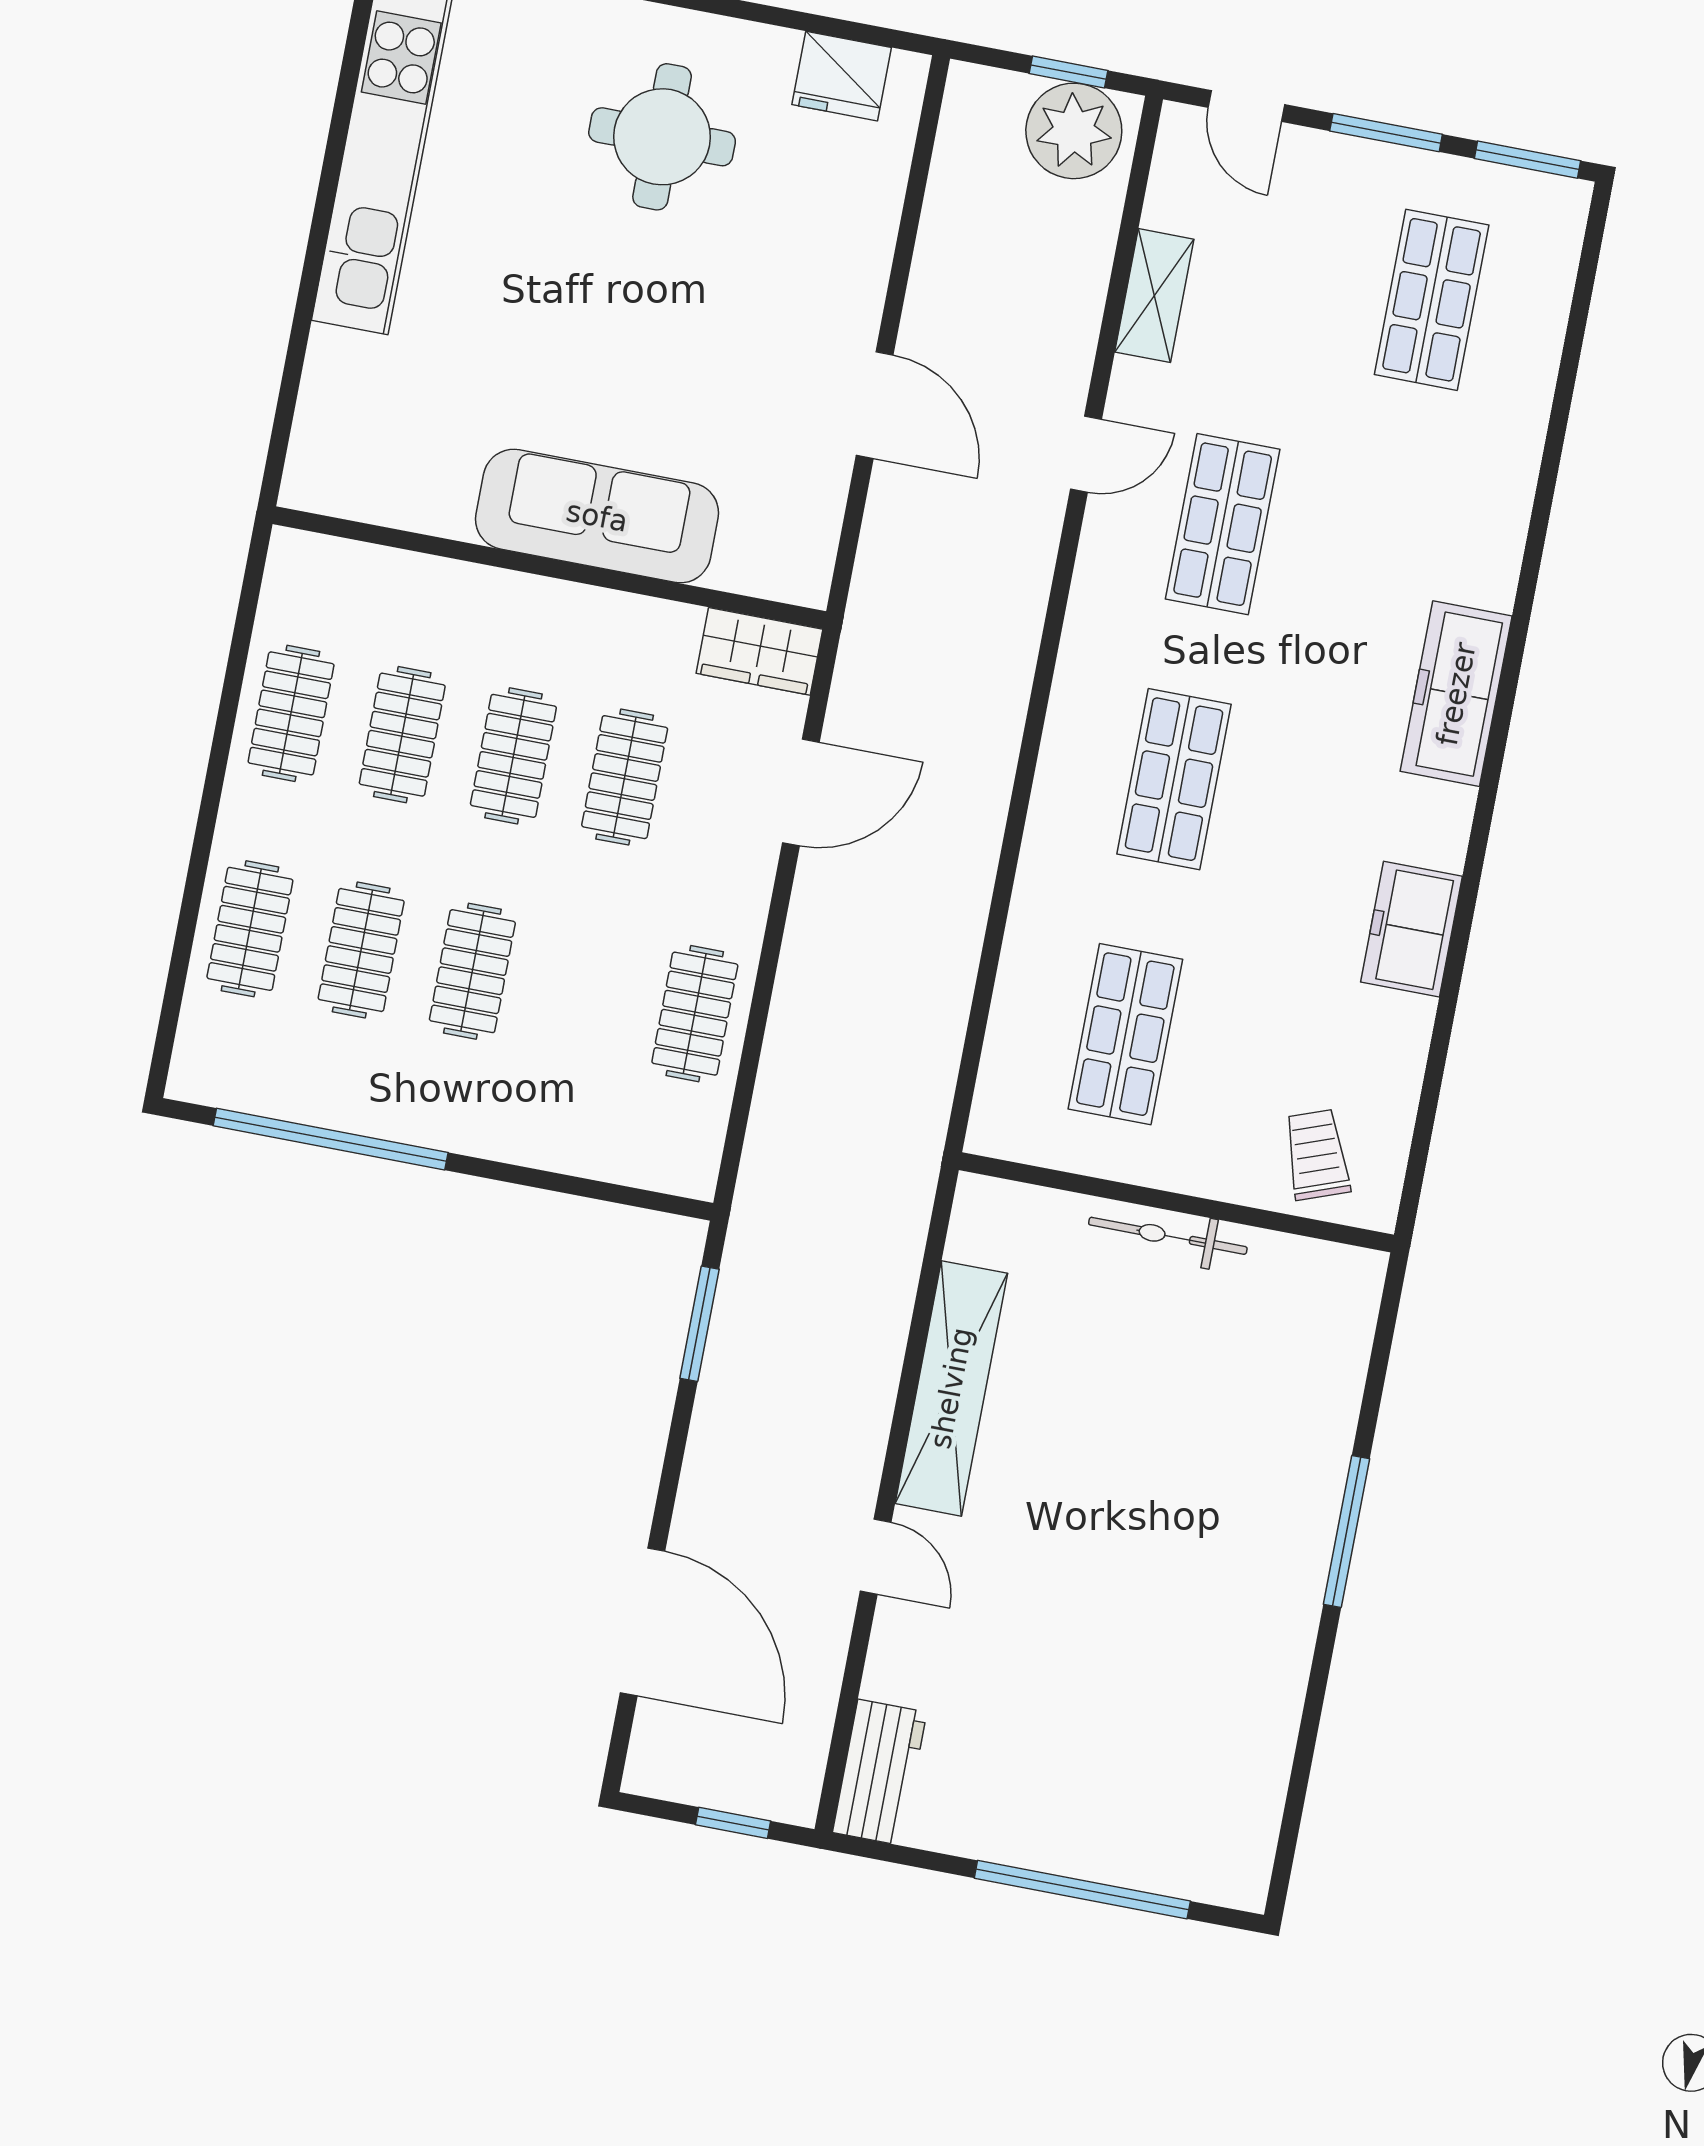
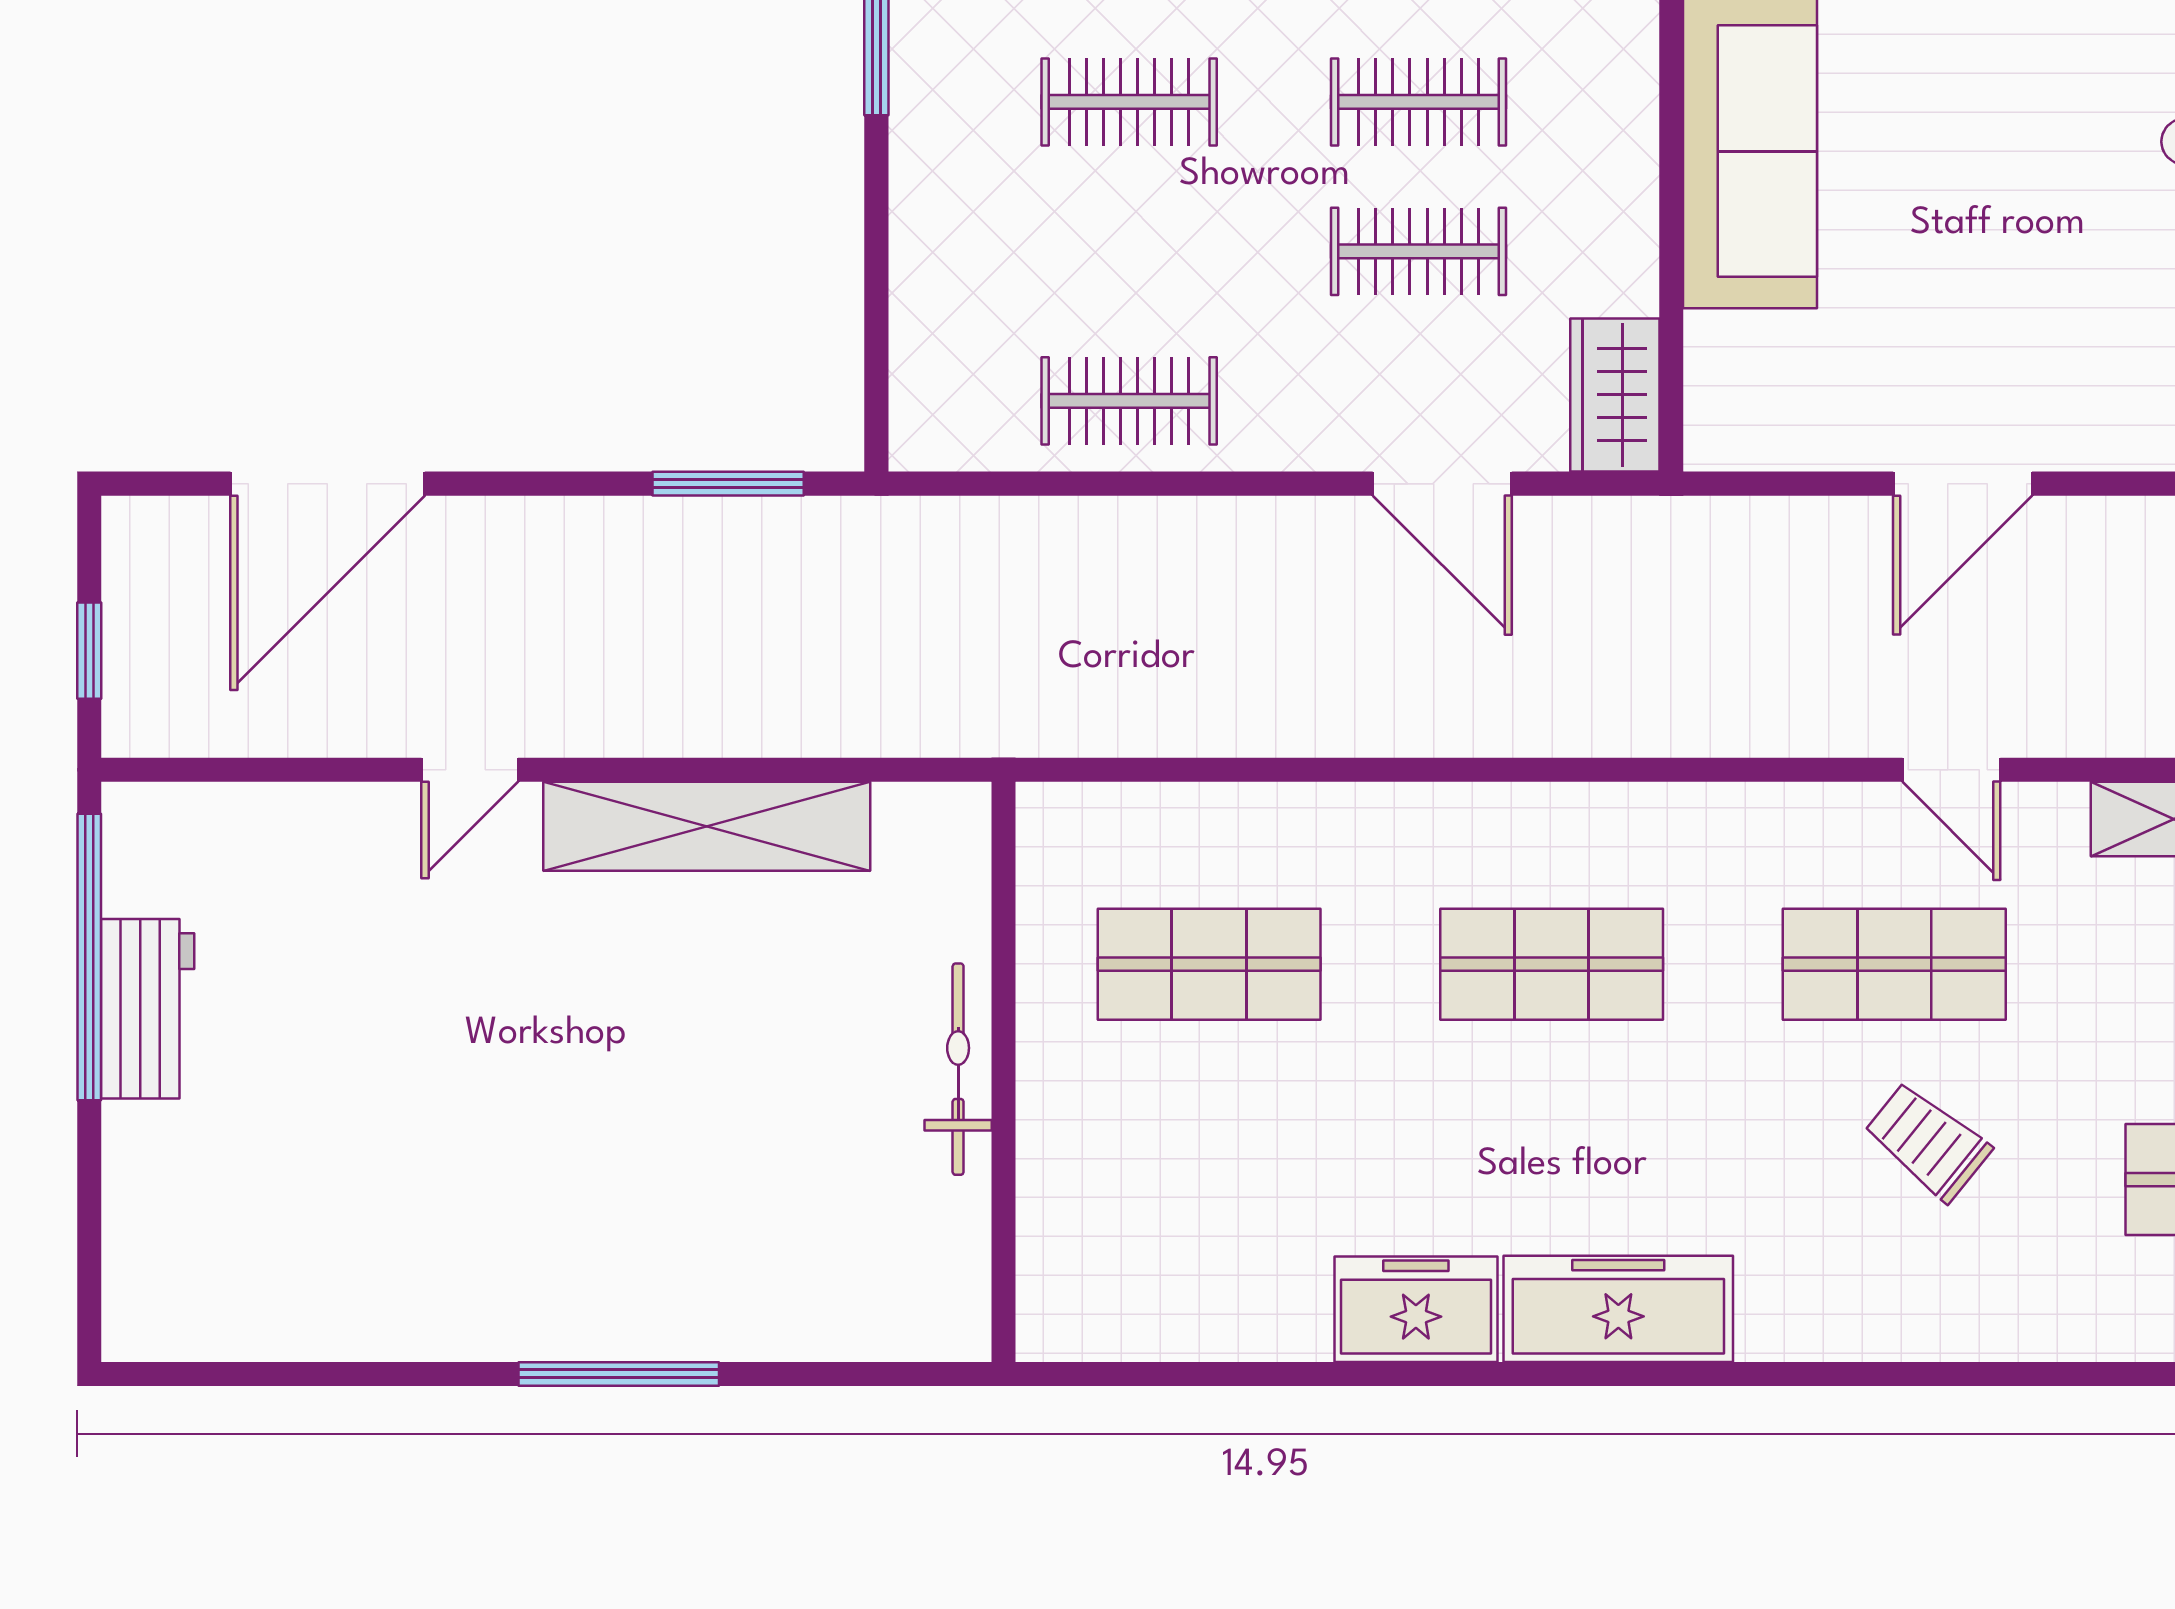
freezer: (1456, 694) -> (1618, 1309), moved
trolley: (1317, 1155) -> (1928, 1142), moved, turned -121
workbench: (880, 1772) -> (148, 1009), moved, turned -90
window: (1082, 1890) -> (89, 957), moved

